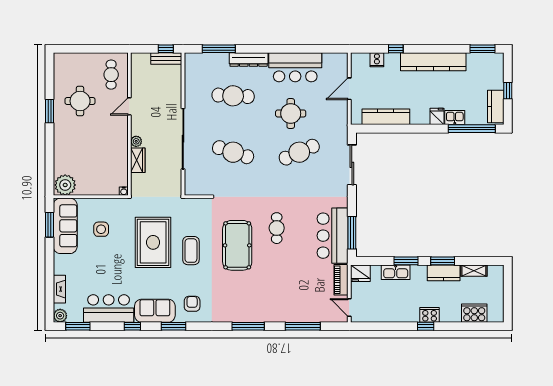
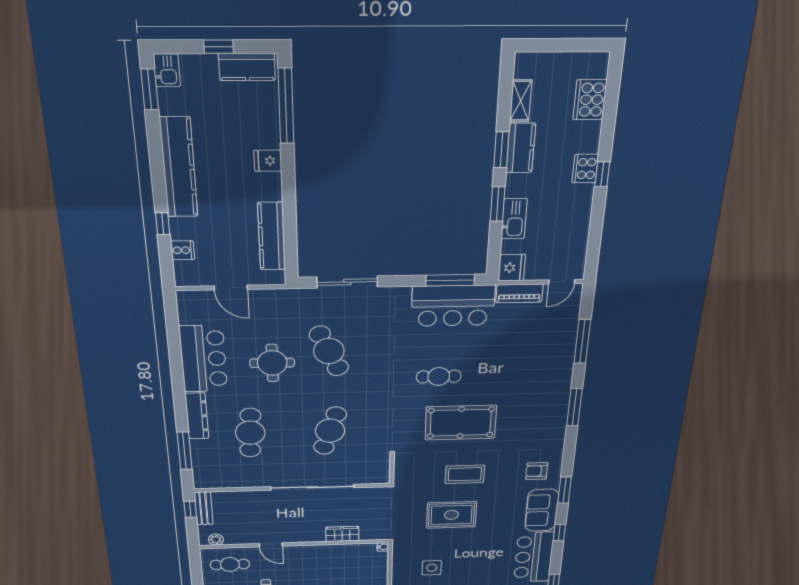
kitchen sink: (455, 118) -> (167, 70), moved, turned 180
plant: (136, 141) -> (216, 540), moved
rug: (153, 242) -> (451, 515), width x0.73, depth x0.69

